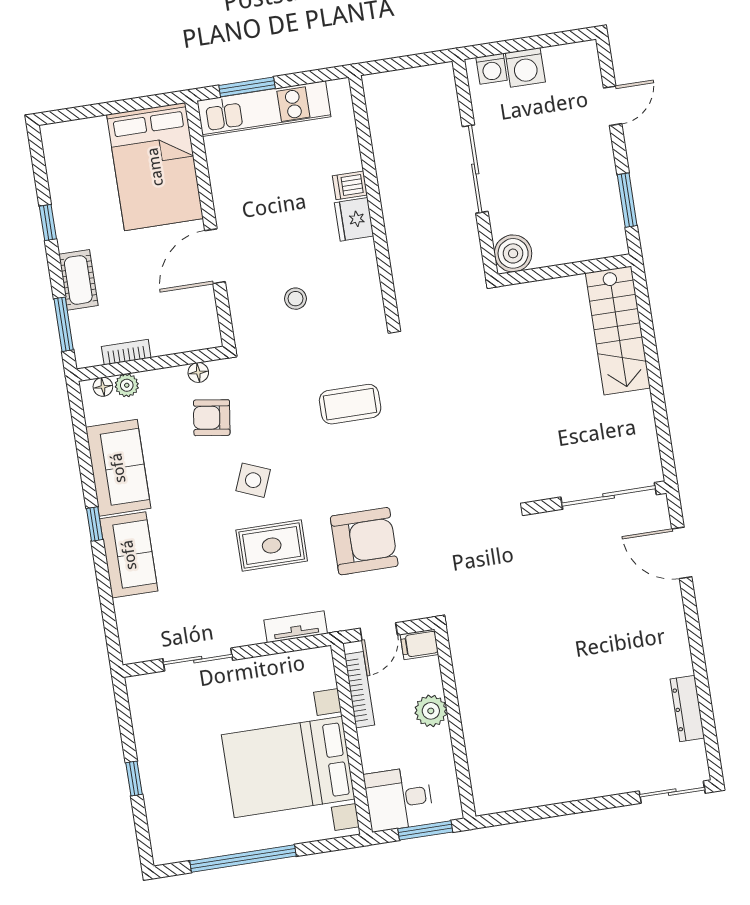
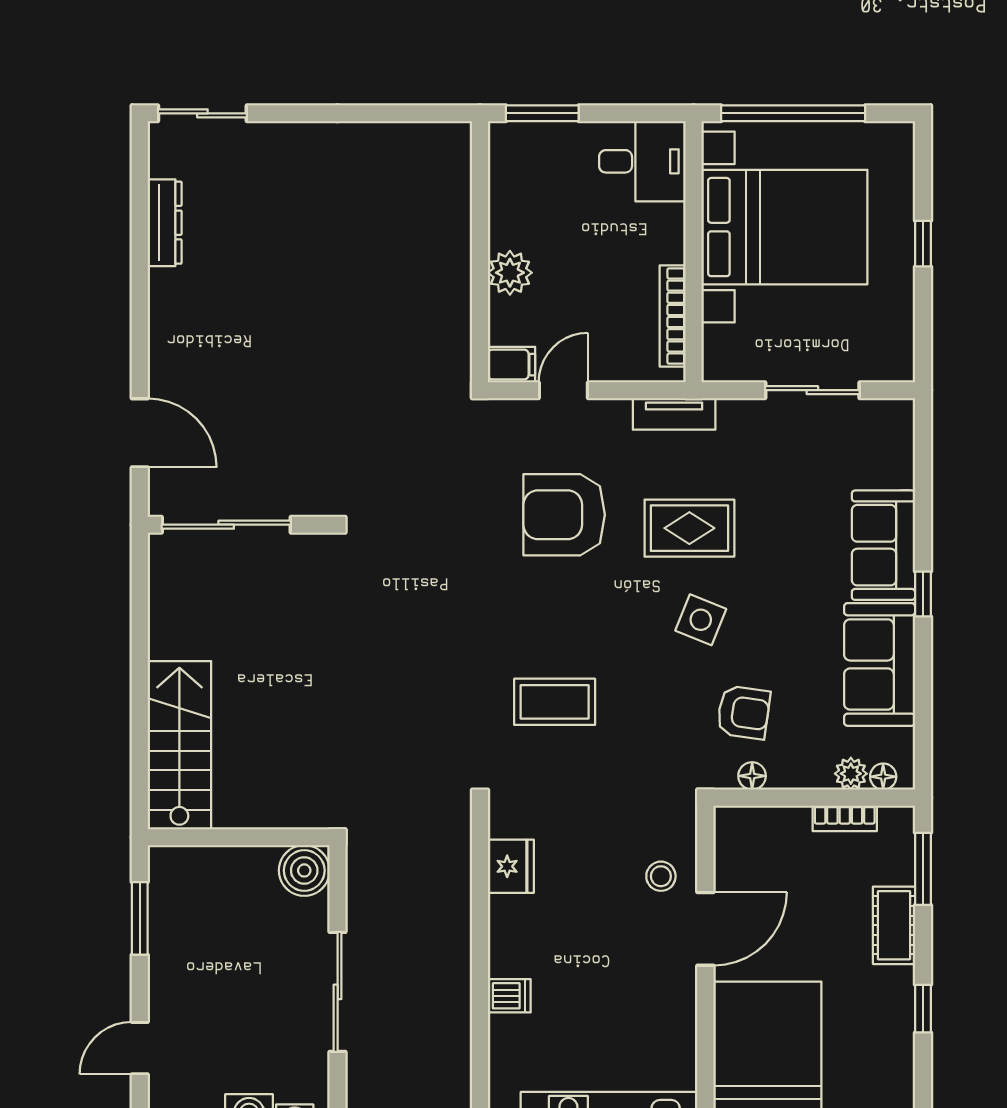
fridge: (354, 219) -> (511, 866), moved
stool: (295, 299) -> (661, 876), moved
bookcase: (359, 690) -> (673, 316), moved
wall: (351, 739) -> (694, 252), moved
bed with nightstands: (288, 767) -> (784, 227), moved
desk: (399, 799) -> (642, 161), moved

